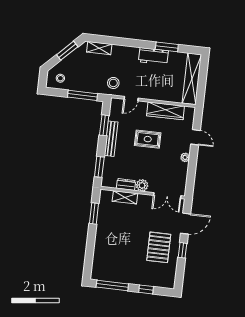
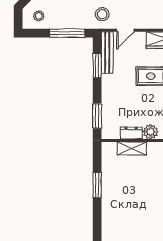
bench: (111, 139) -> (107, 53), moved
window: (94, 213) -> (97, 185), moved

